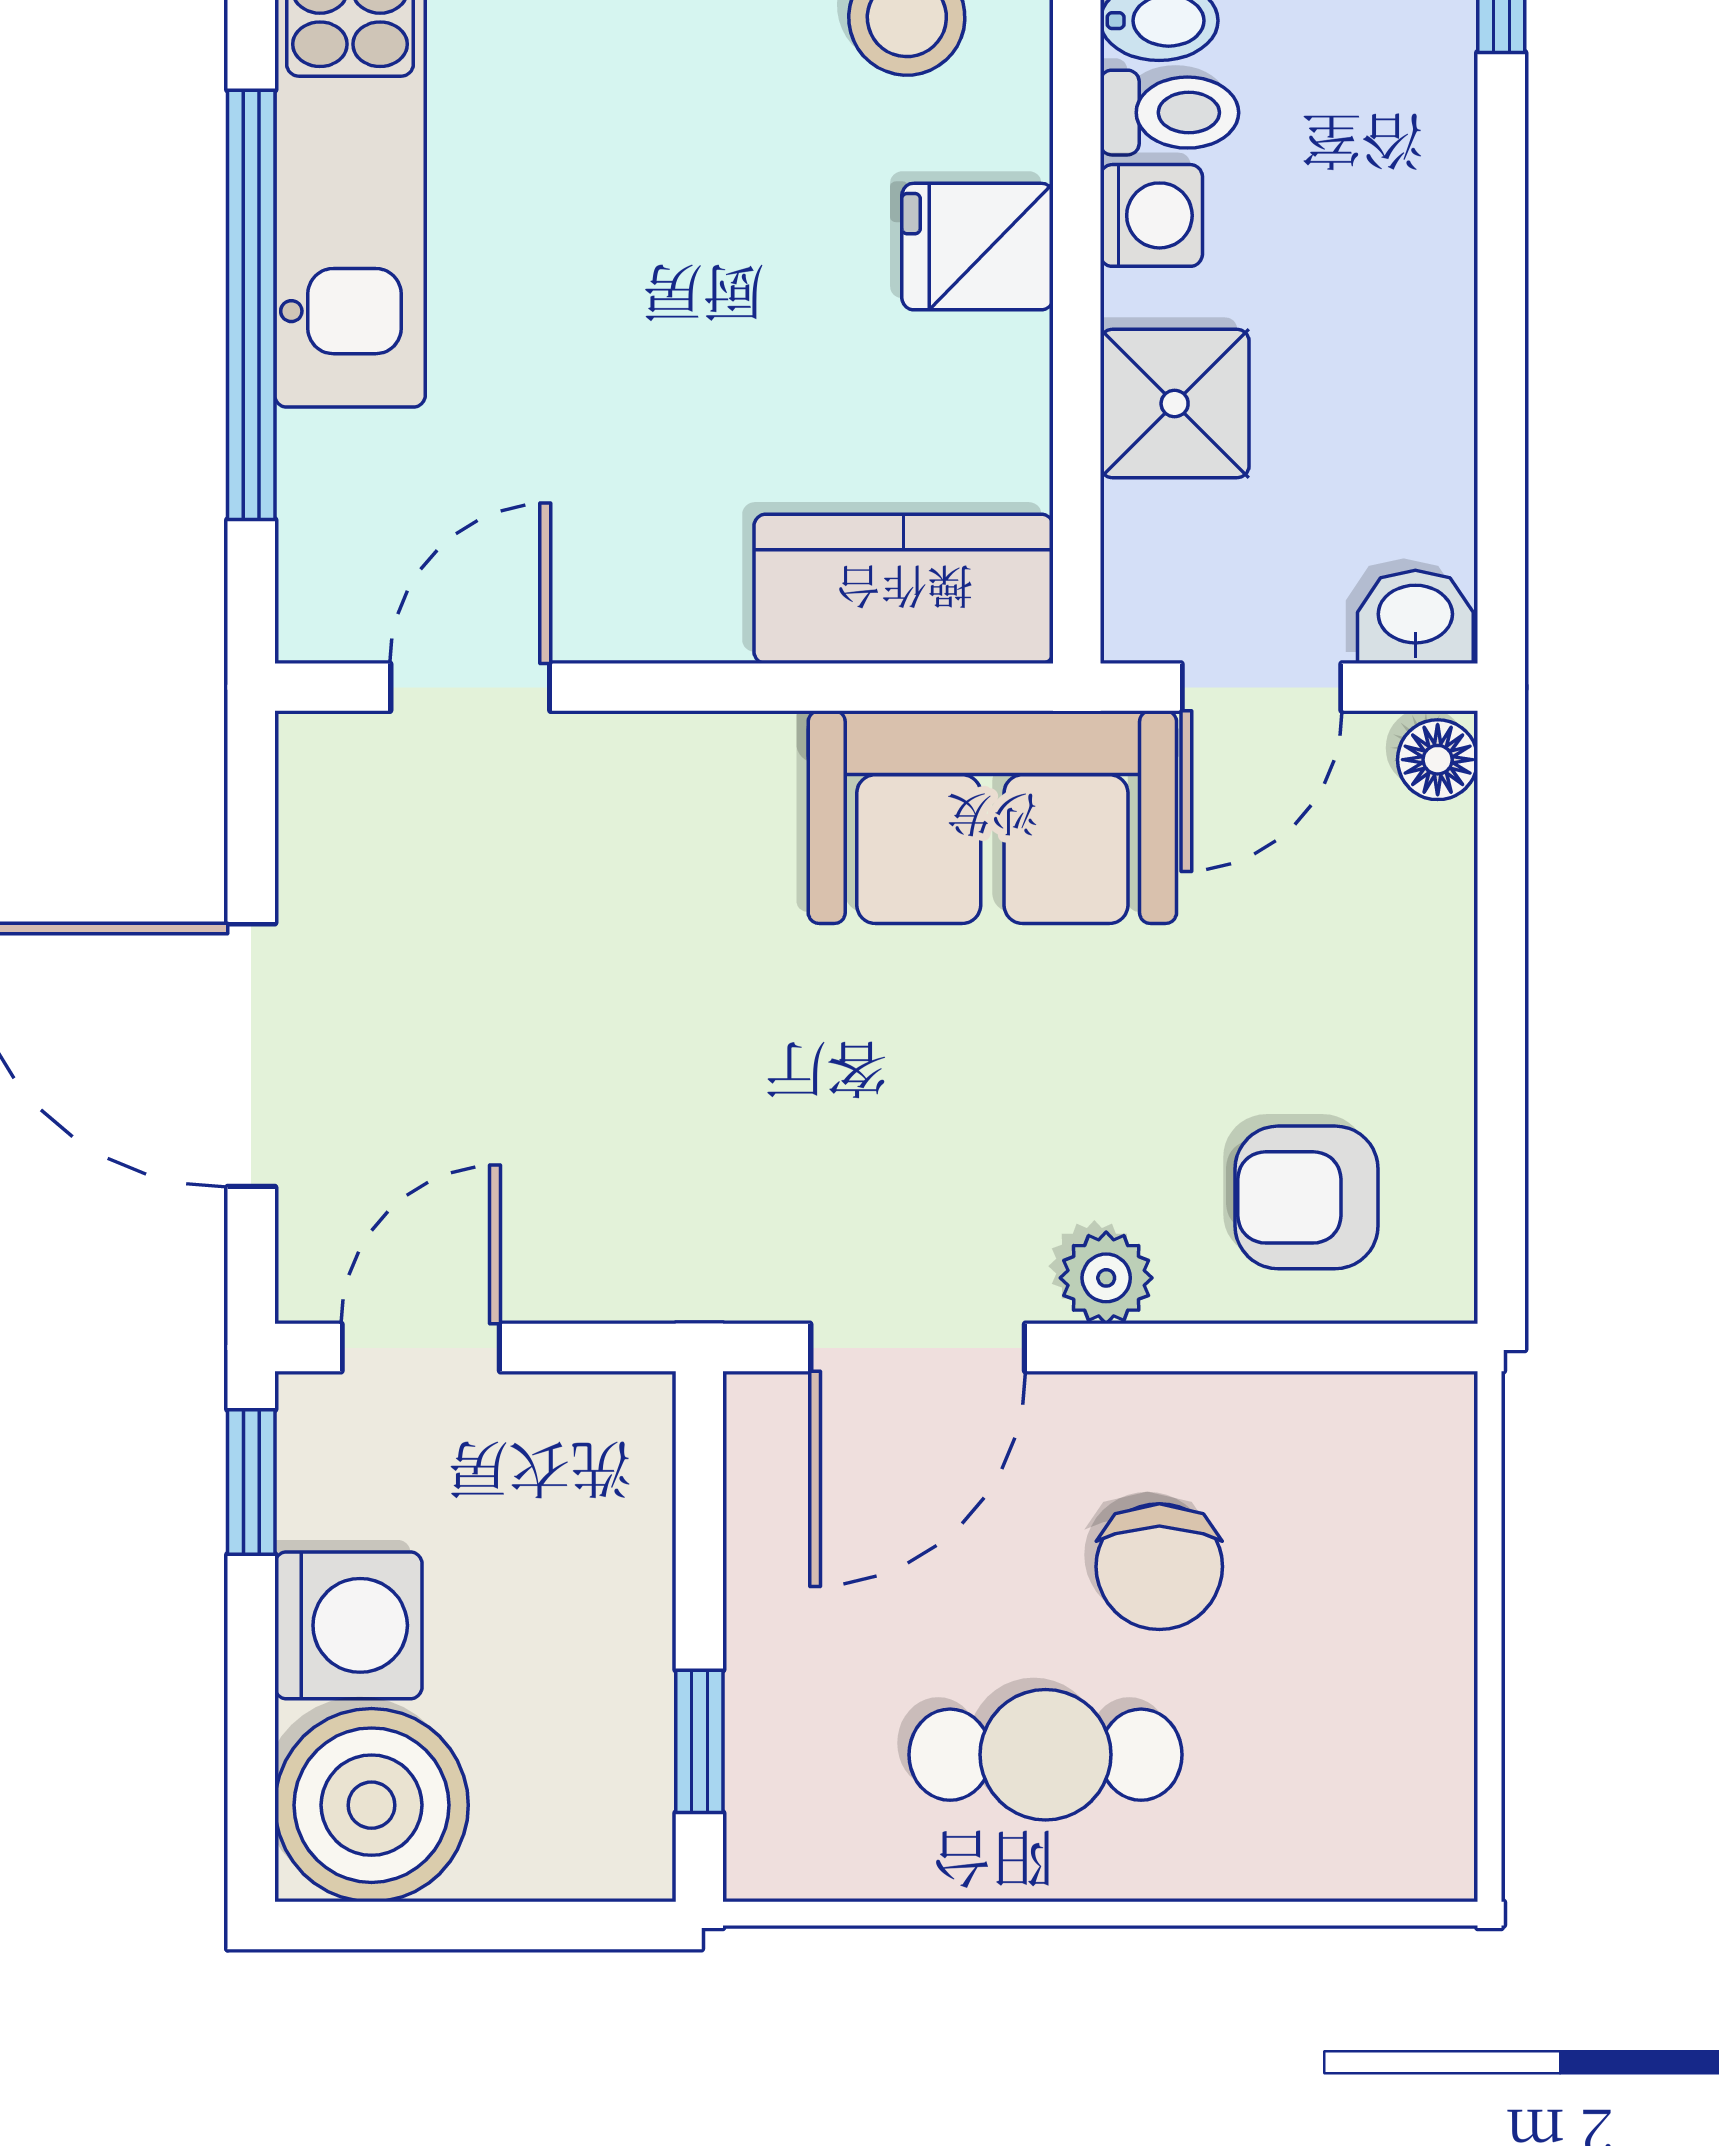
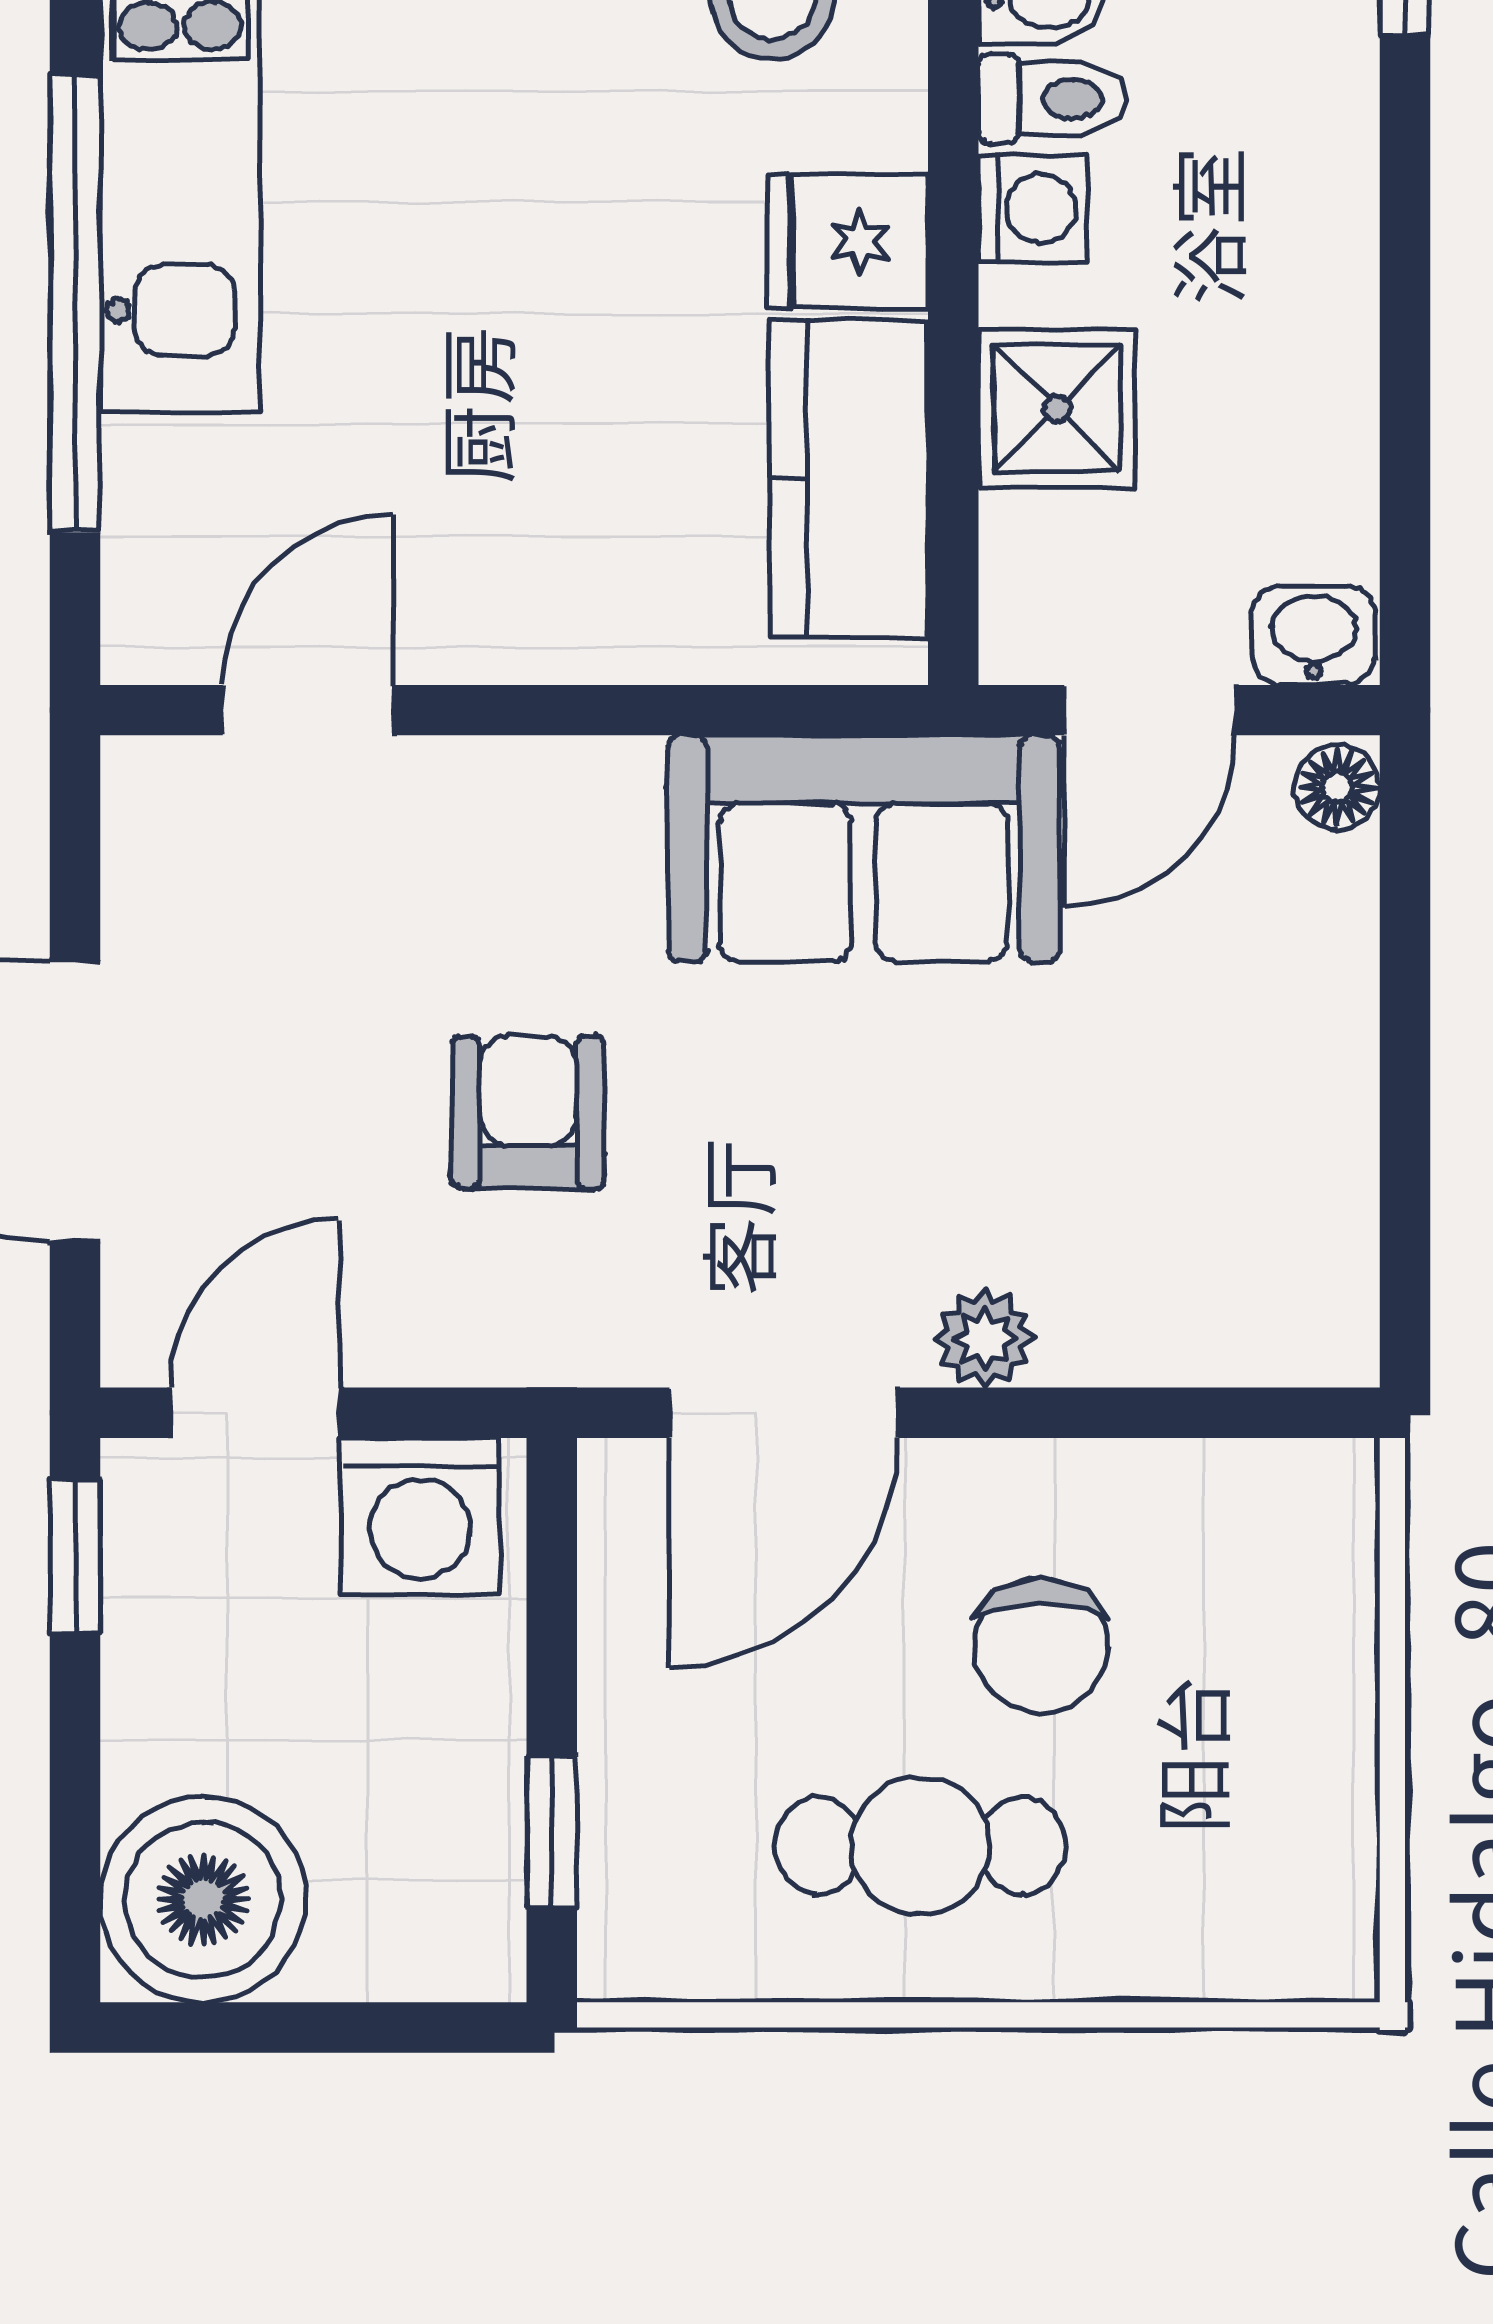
kitchen counter: (904, 589) -> (849, 478), moved, turned -90
armchair: (1307, 1197) -> (528, 1112), moved, turned 90
washing machine: (348, 1625) -> (420, 1516), moved, turned 90

